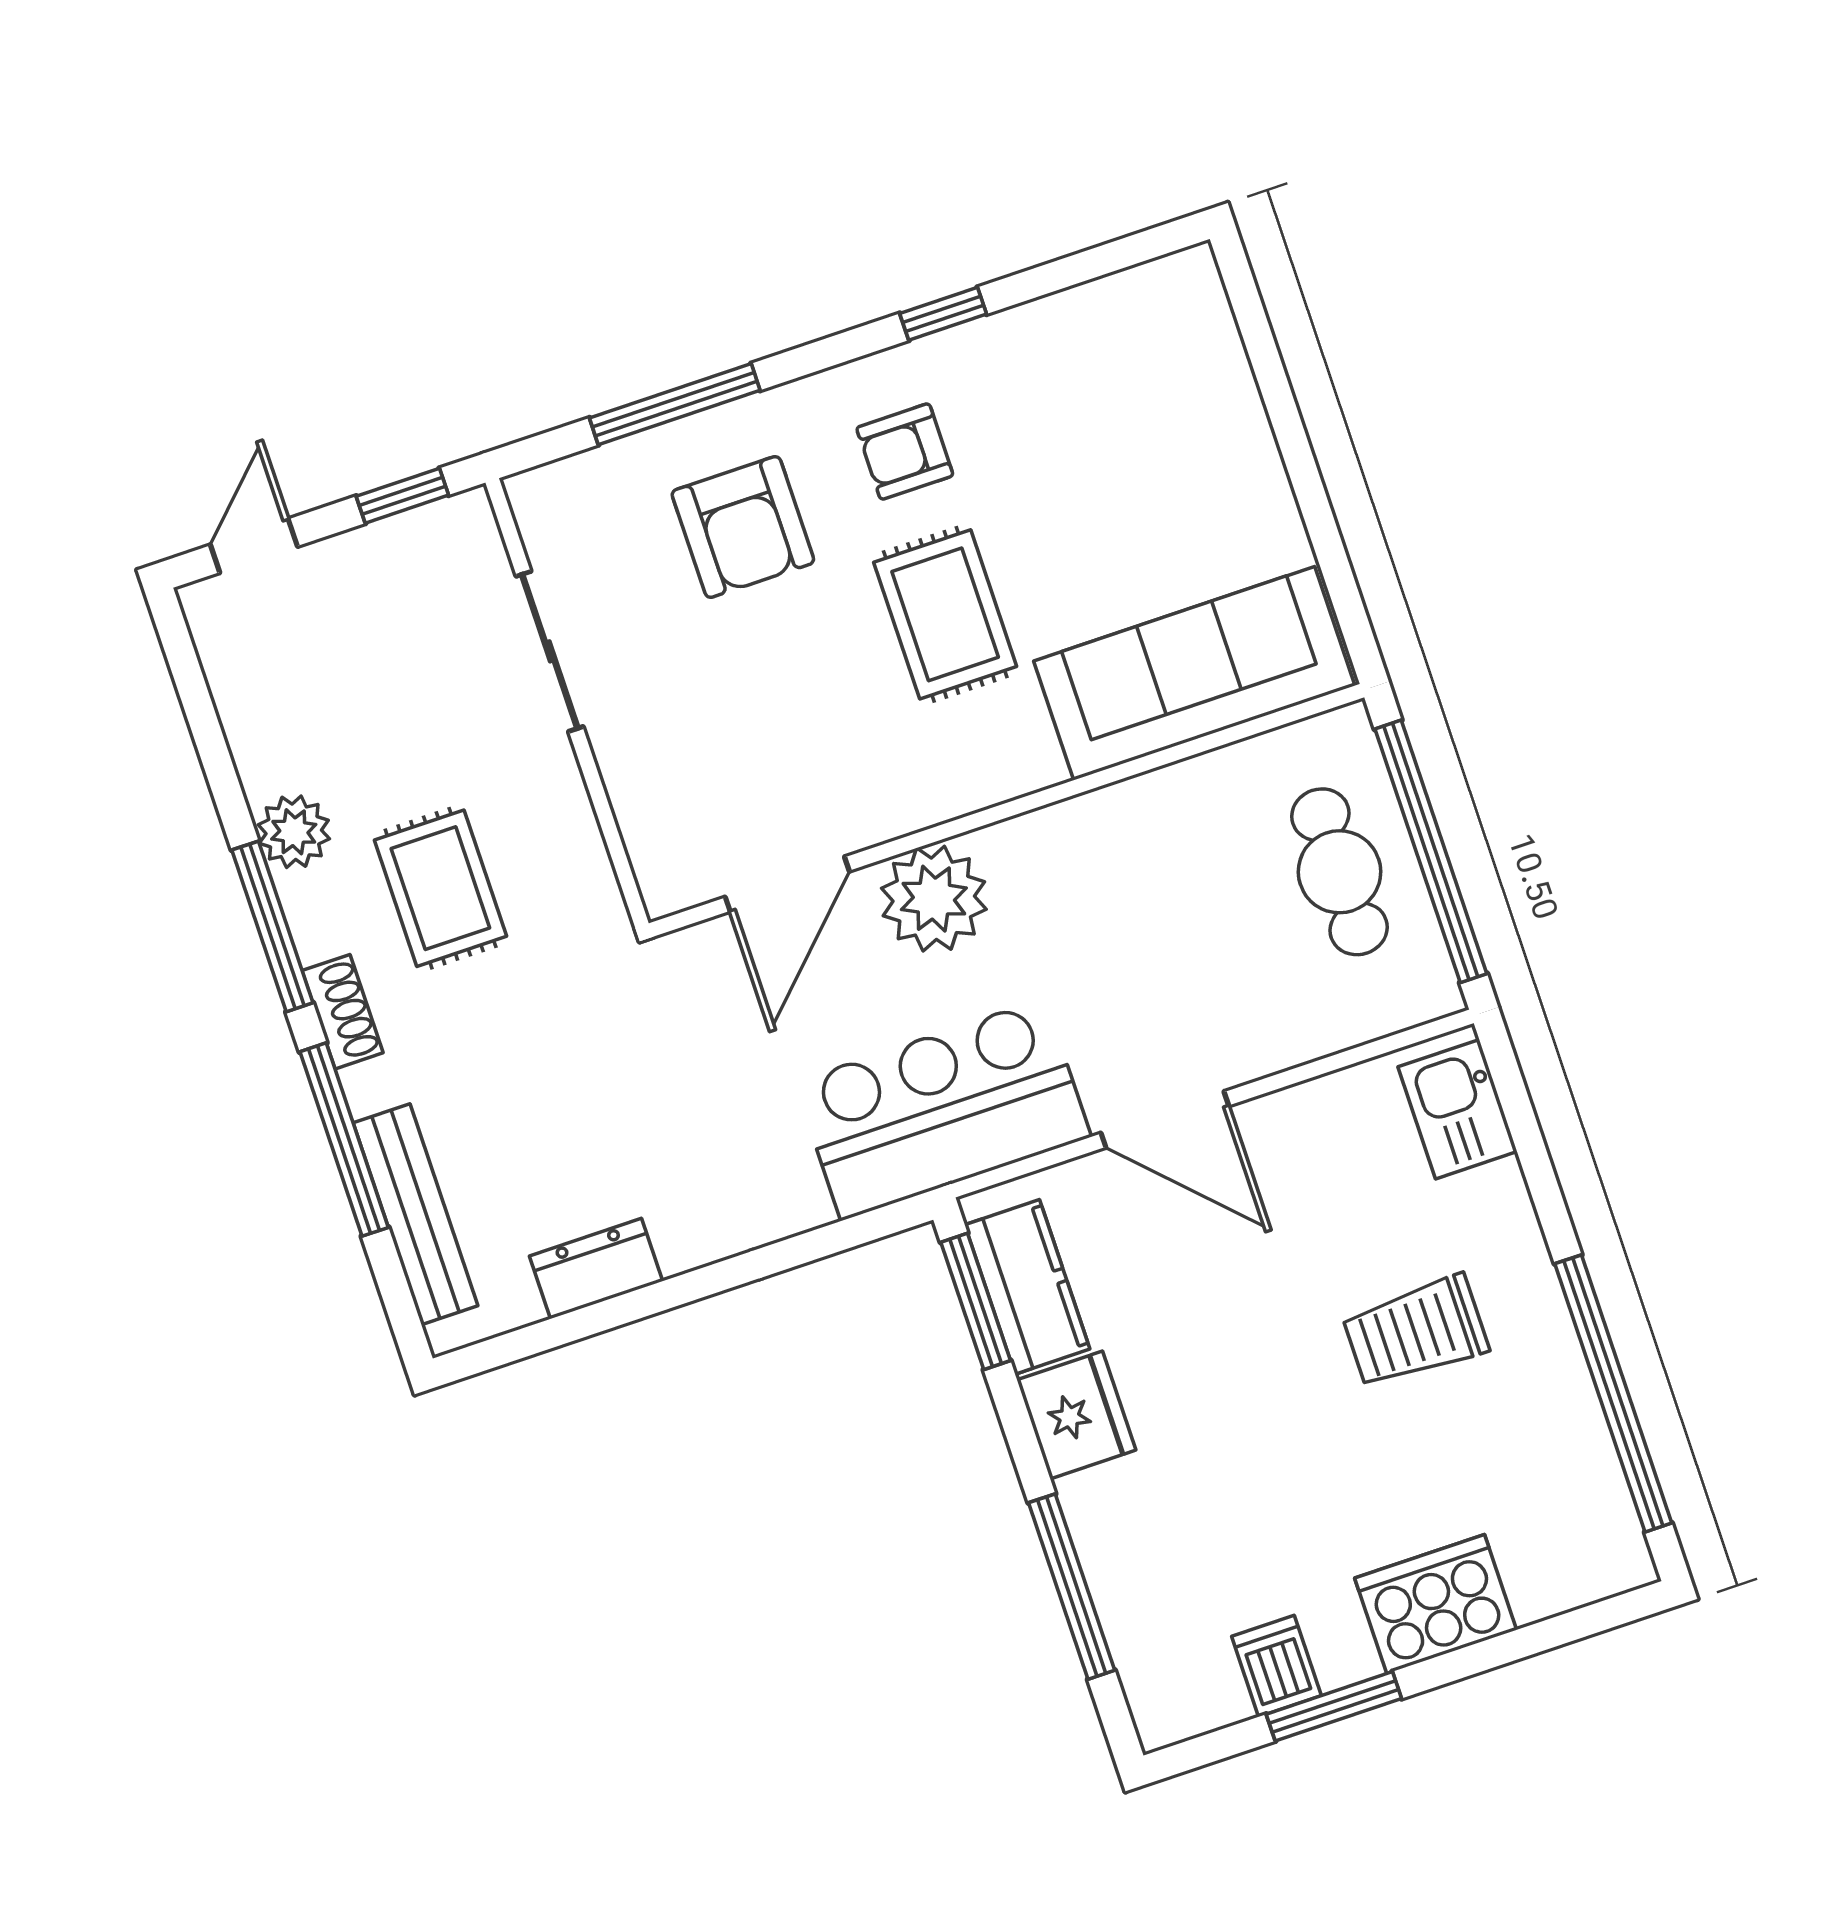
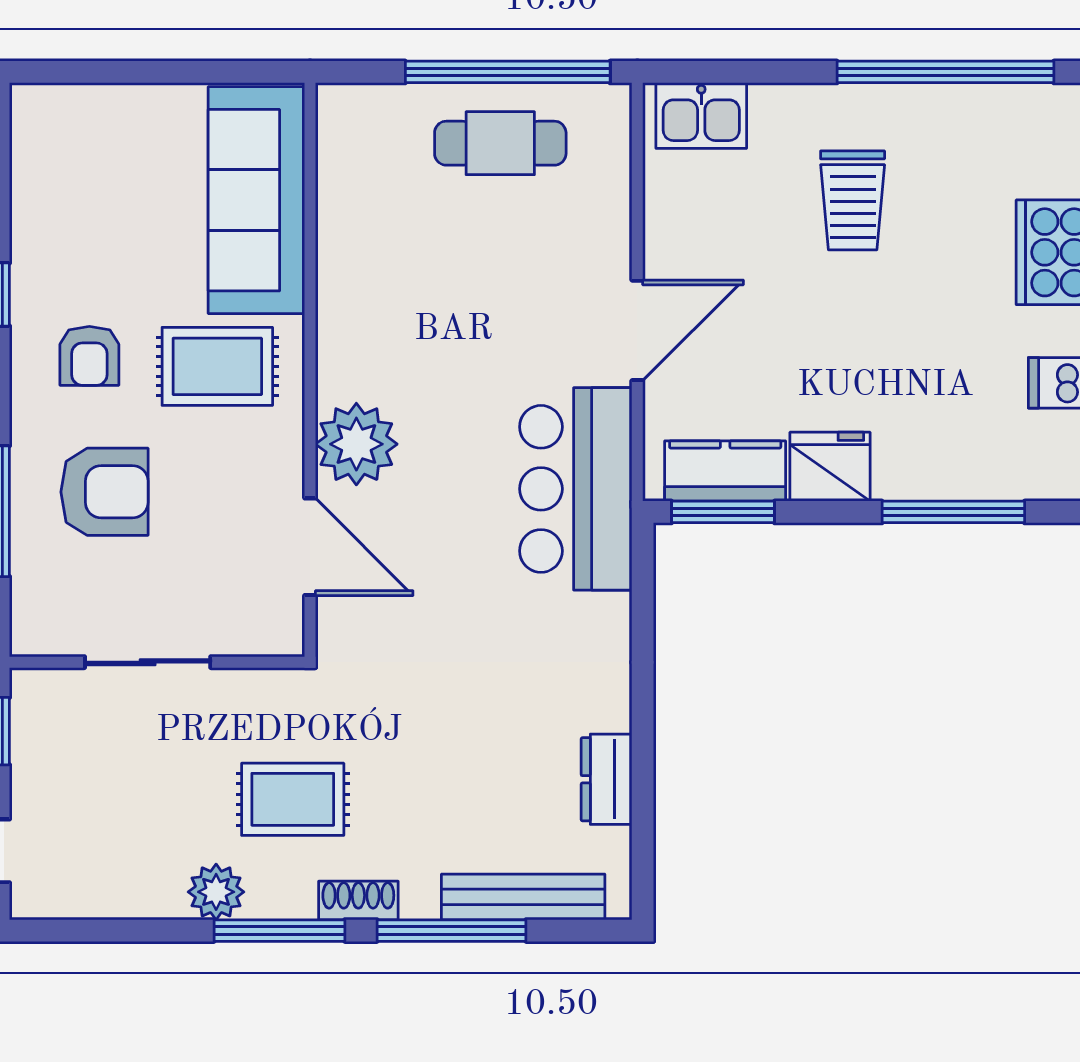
sofa: (1194, 673) -> (256, 200), moved
wall: (1006, 810) -> (310, 370), moved
door: (787, 884) -> (310, 547), moved
plant: (934, 899) -> (356, 444), moved

